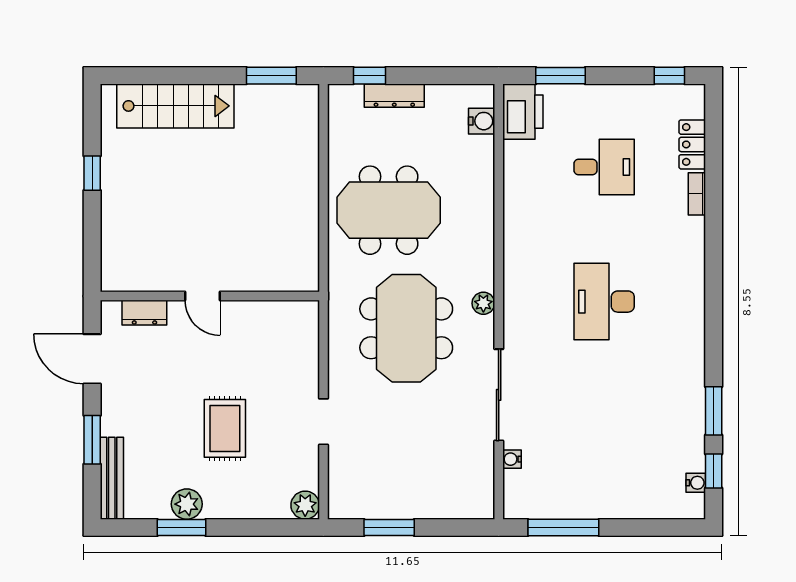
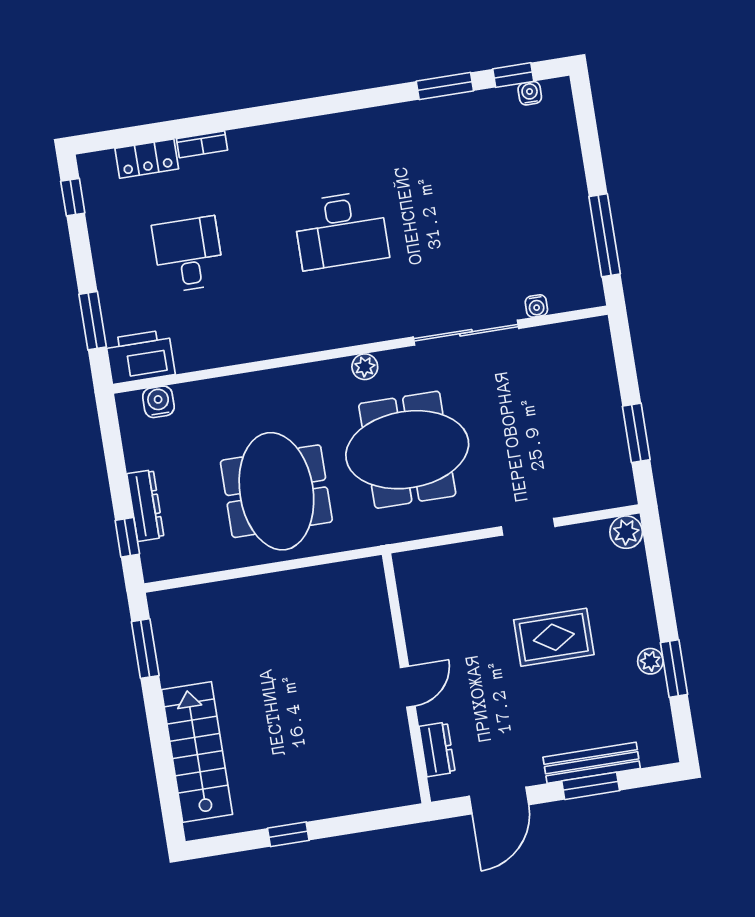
bench: (112, 478) -> (592, 763), moved
plant: (187, 504) -> (650, 661), width x0.73, depth x0.73

